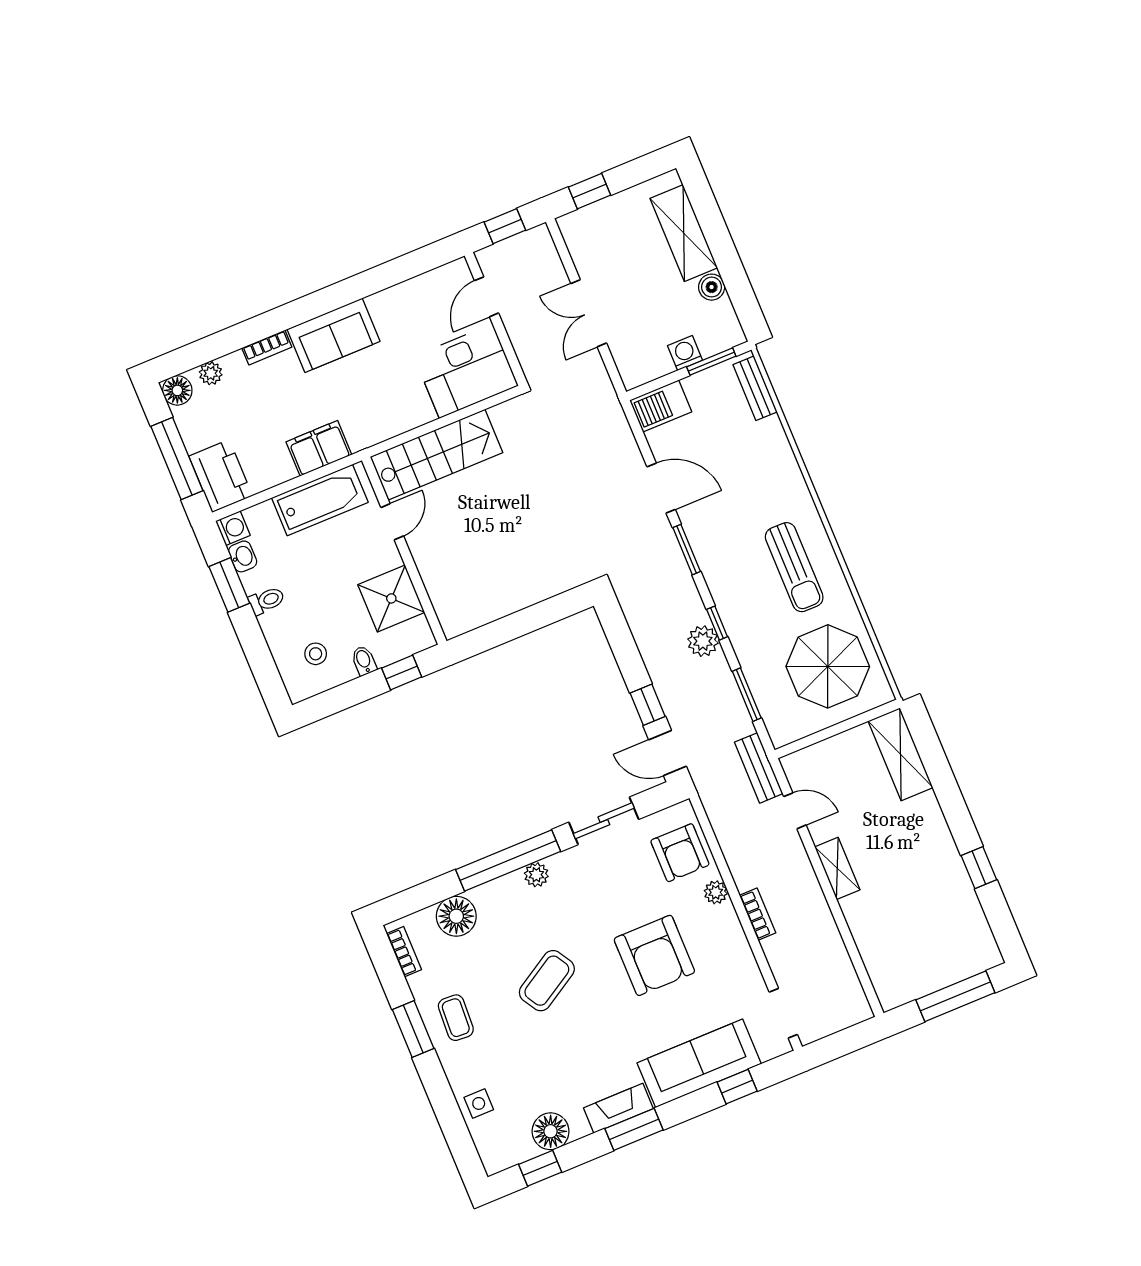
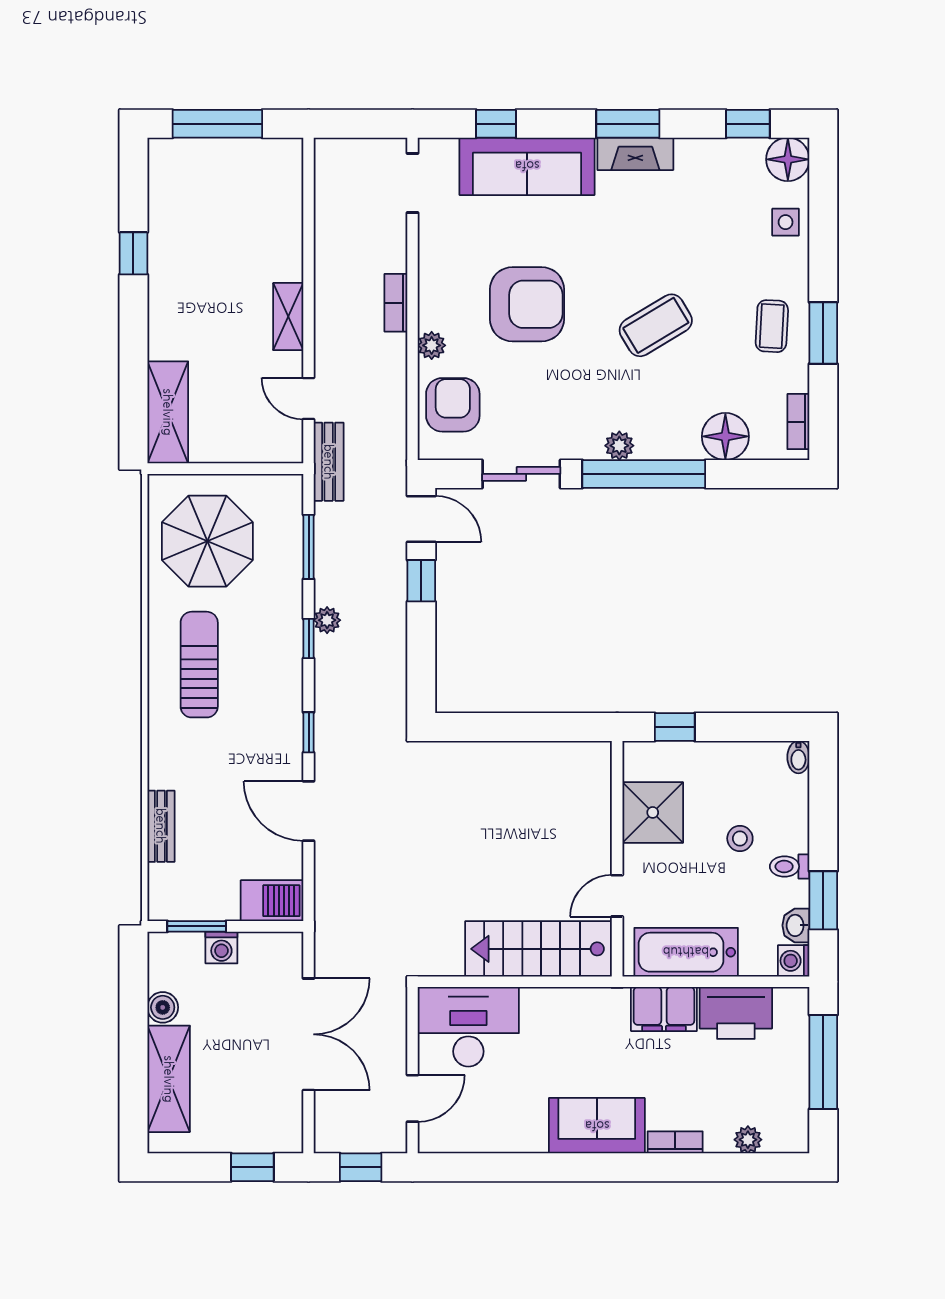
double door: (589, 313) -> (309, 1034), width x1.37
bench: (755, 388) -> (161, 826), moved
floor lamp: (177, 390) -> (792, 1136), removed
printer: (221, 476) -> (736, 1013), moved, turned -90
window: (687, 550) -> (309, 732), width x0.67
plant: (703, 641) -> (327, 620), width x0.73, depth x0.73
stool: (316, 654) -> (740, 838), moved
bidet: (364, 661) -> (798, 757), moved
armchair: (654, 955) -> (527, 304), turned 90
floor lamp: (551, 1131) -> (788, 159), moved

